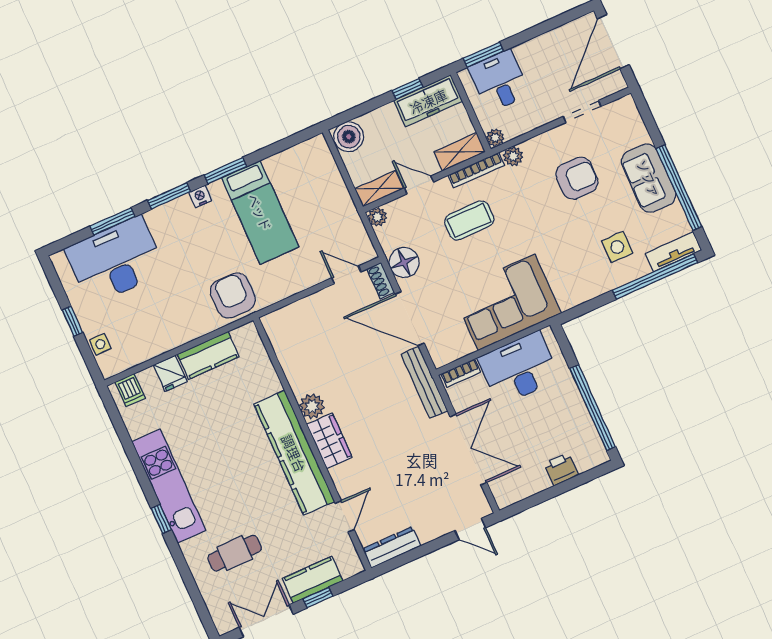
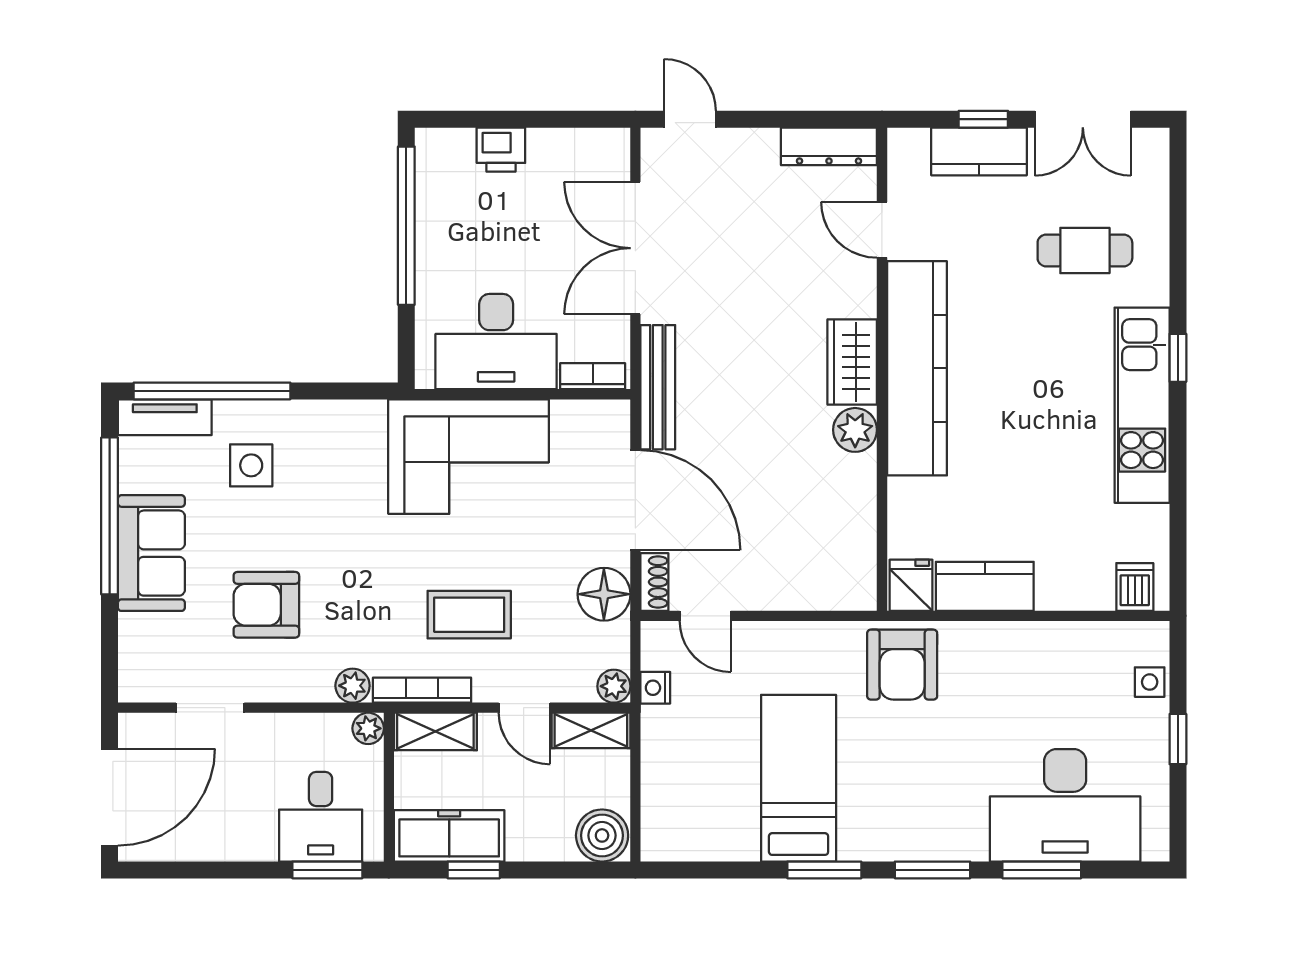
nightstand: (200, 197) -> (655, 688), moved, turned 90
fridge: (170, 373) -> (911, 585), moved
door: (345, 516) -> (882, 230), hinge flipped

